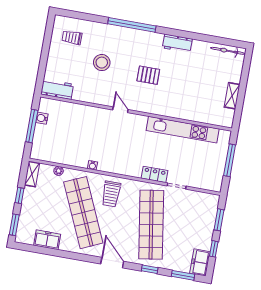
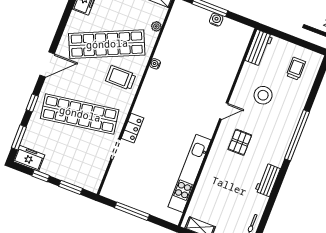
workbench: (57, 89) -> (259, 48), moved
door: (120, 110) -> (224, 111), moved
wall: (136, 113) -> (217, 127), moved
kitchen unit: (183, 130) -> (189, 173), moved

